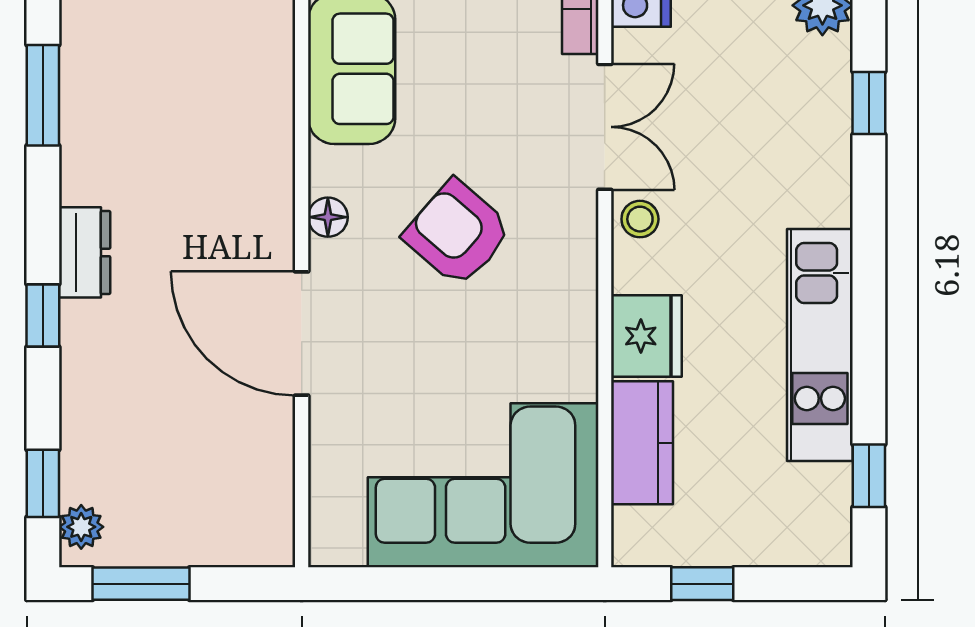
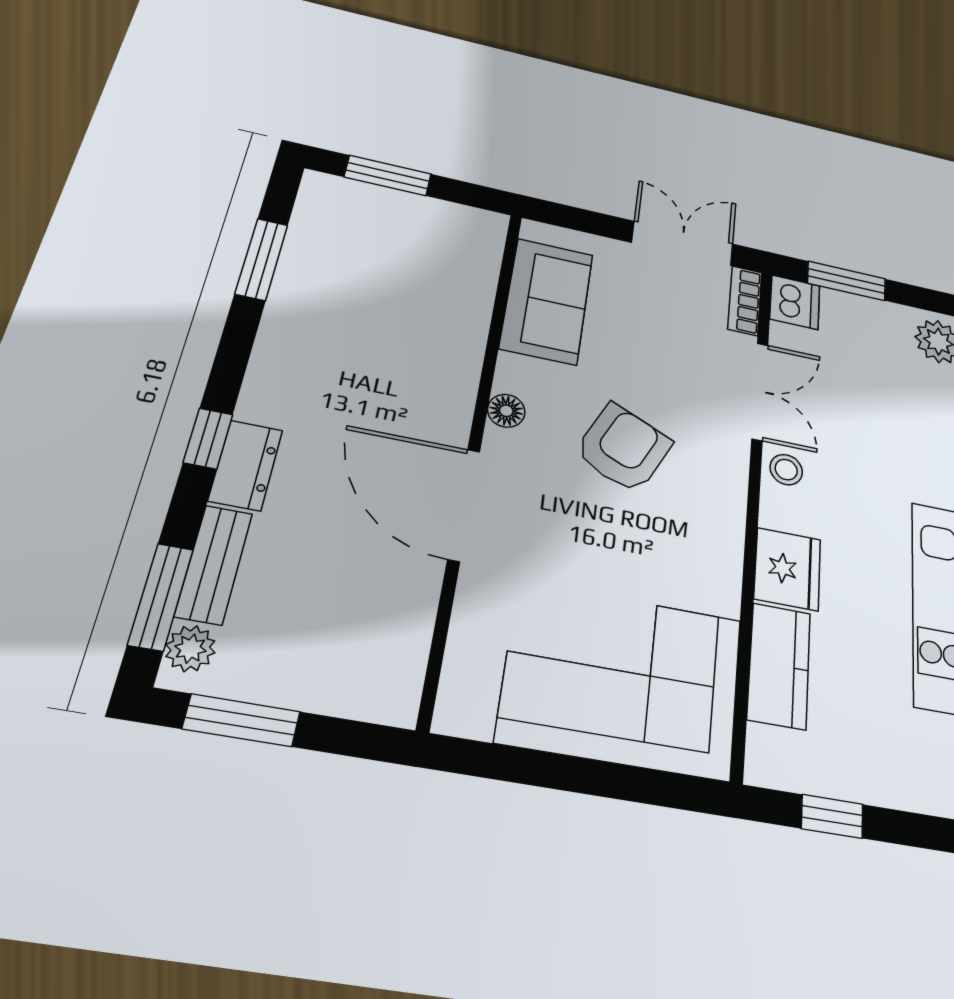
armchair: (458, 233) -> (623, 448), turned 74
dresser: (85, 252) -> (246, 465), moved
bench: (81, 443) -> (214, 564), added
window: (43, 483) -> (161, 597), width x1.50

